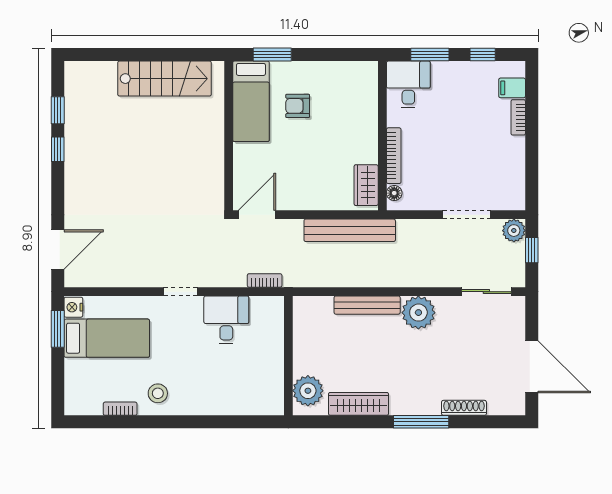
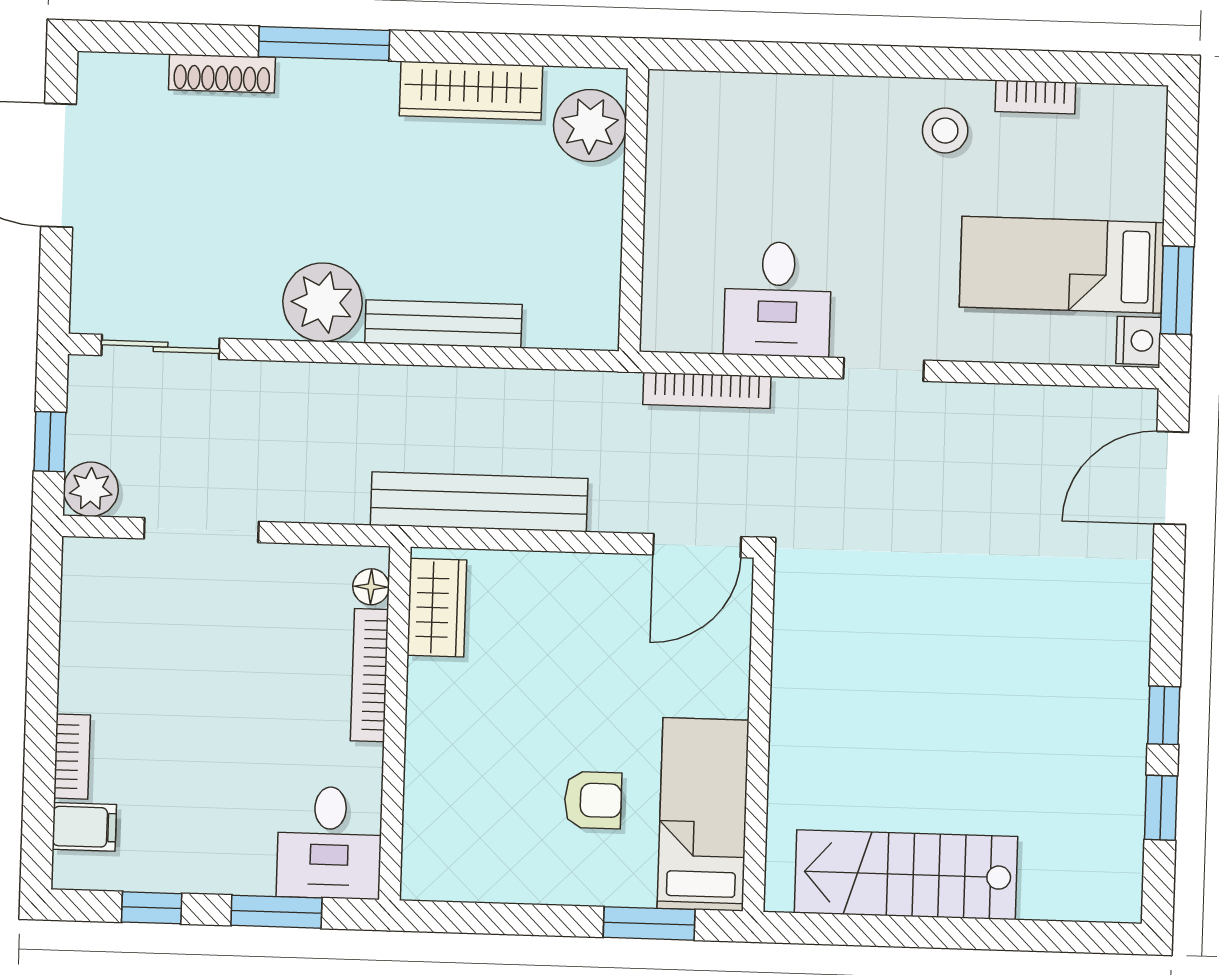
bookcase: (265, 280) -> (707, 390), width x1.56

